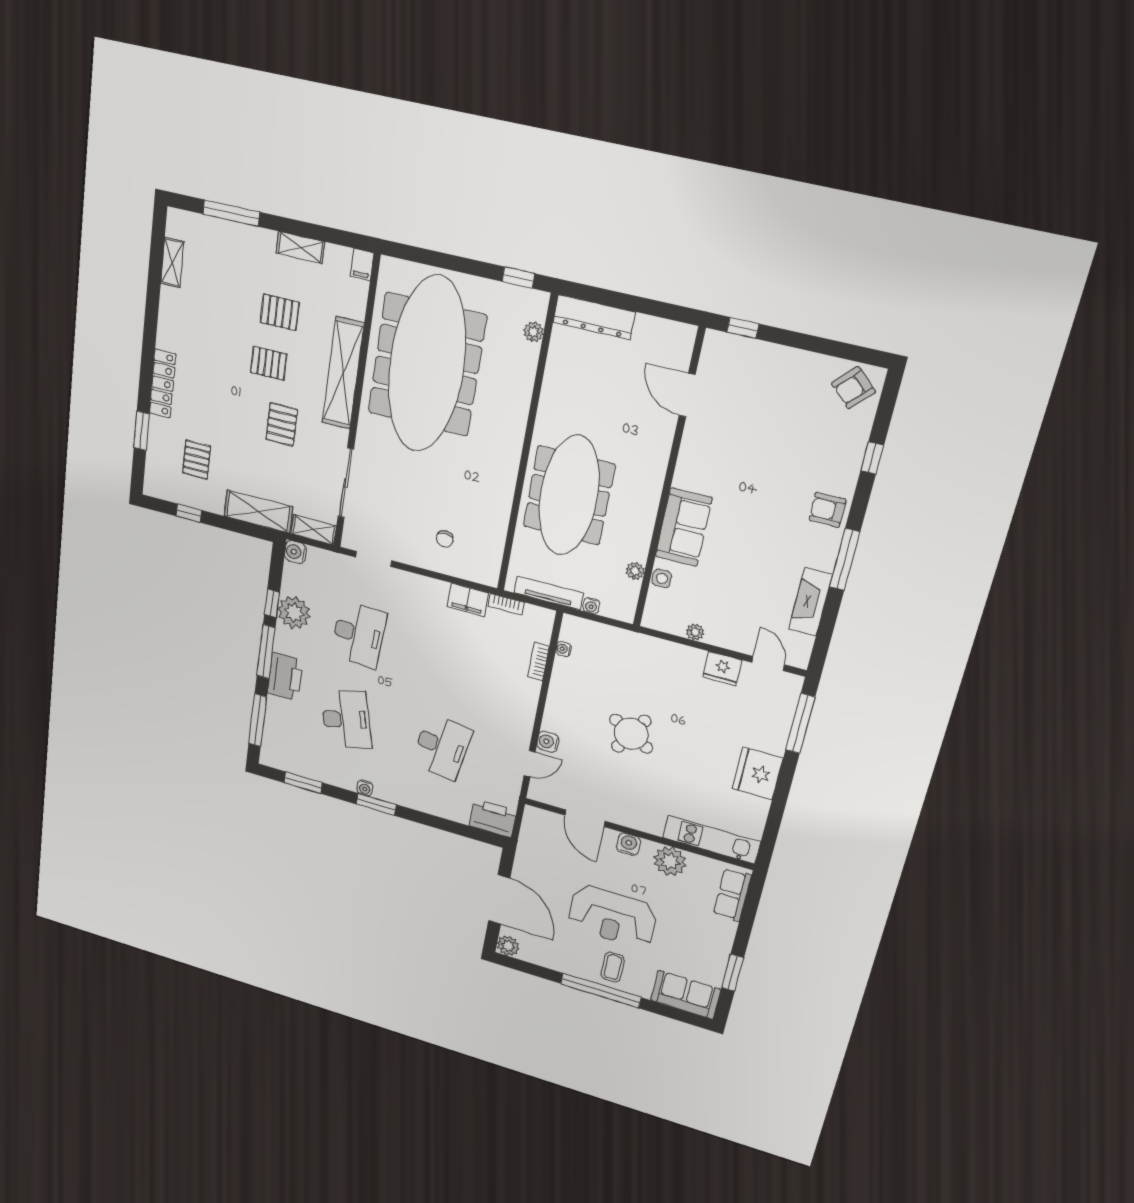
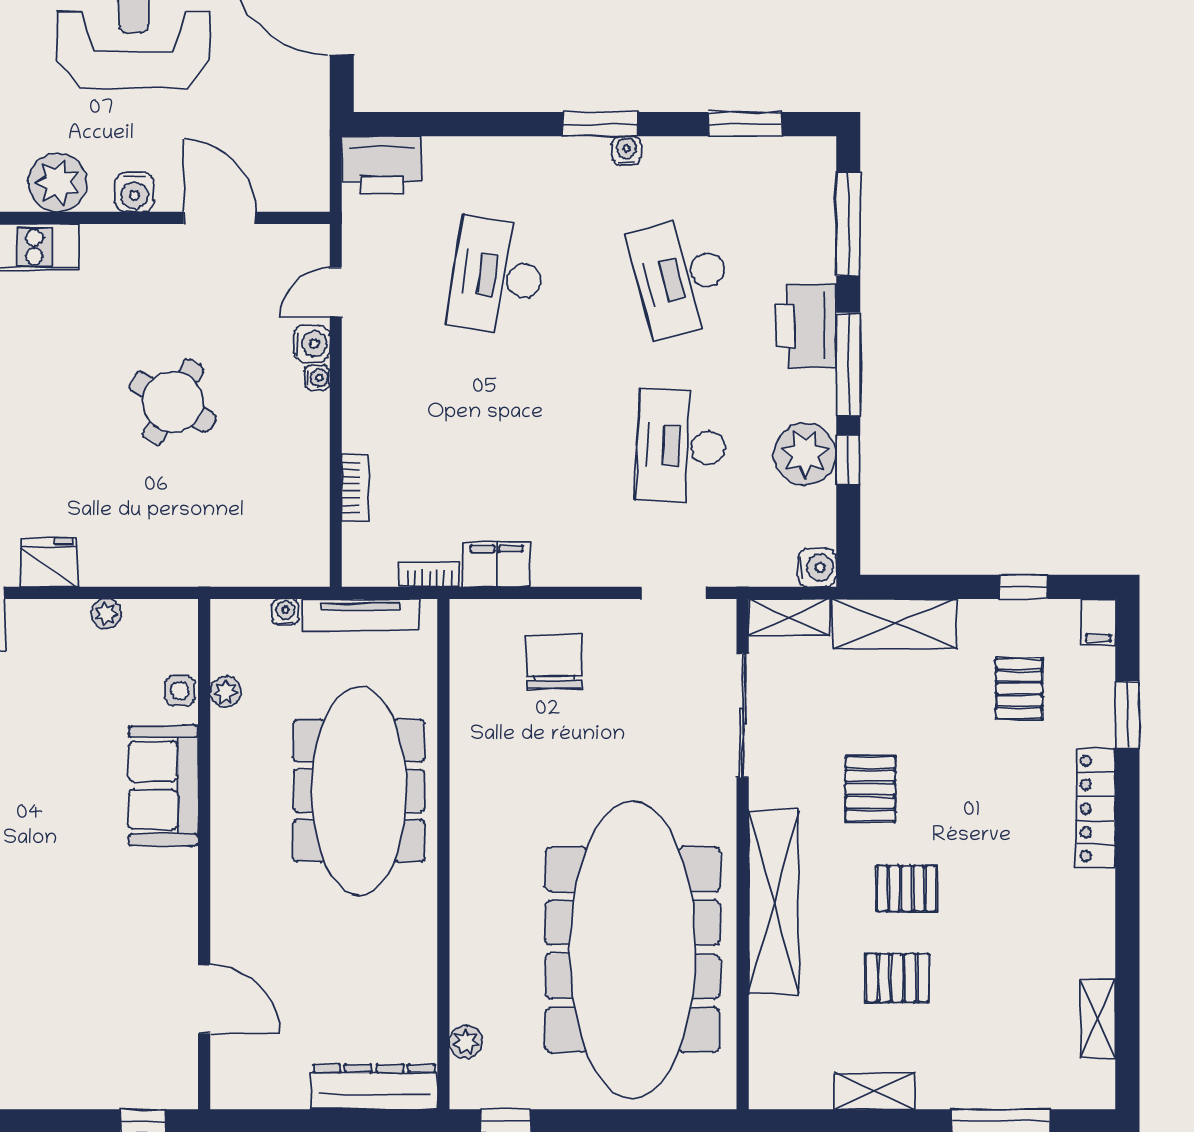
filing cabinet: (362, 265) -> (1098, 622), moved, turned 180
chair: (445, 539) -> (554, 662), width x1.87, depth x1.87
water cooler: (563, 649) -> (317, 378), moved

